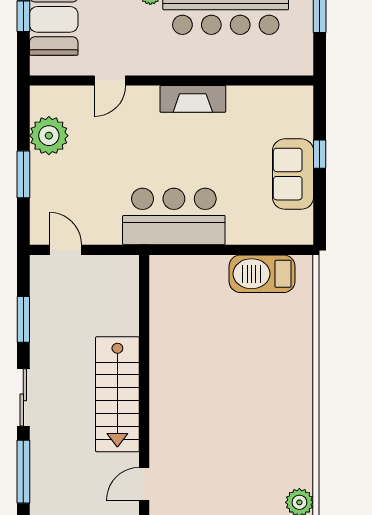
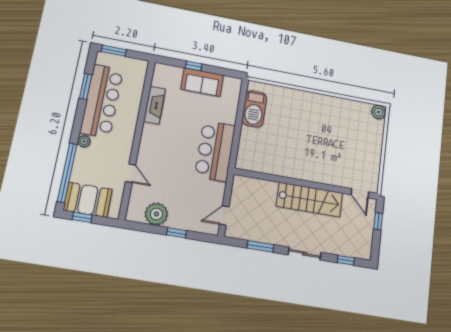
fireplace: (193, 99) -> (154, 105), moved
window: (23, 174) -> (177, 233), width x0.67
window: (23, 472) -> (346, 260), width x0.46

